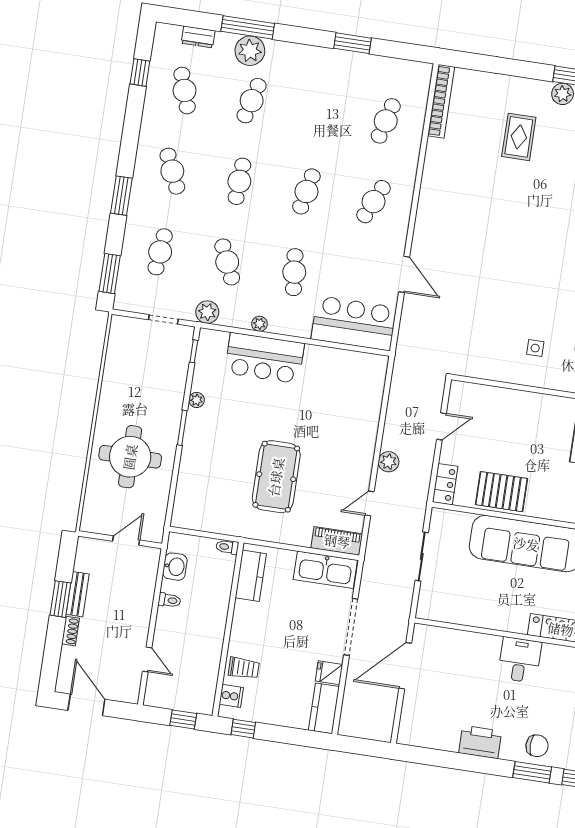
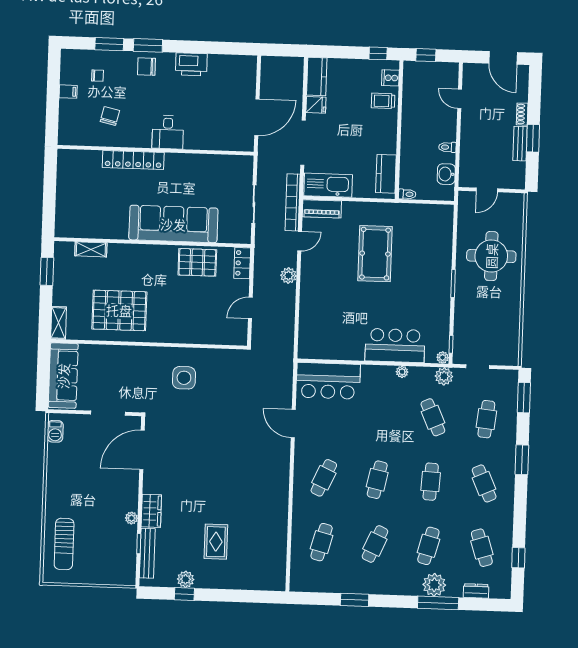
bookcase: (441, 101) -> (293, 202), moved
cafe table: (294, 272) -> (375, 544), moved, turned 30
side table: (535, 348) -> (184, 378), width x1.87, depth x1.87
plant: (197, 400) -> (443, 357), moved

